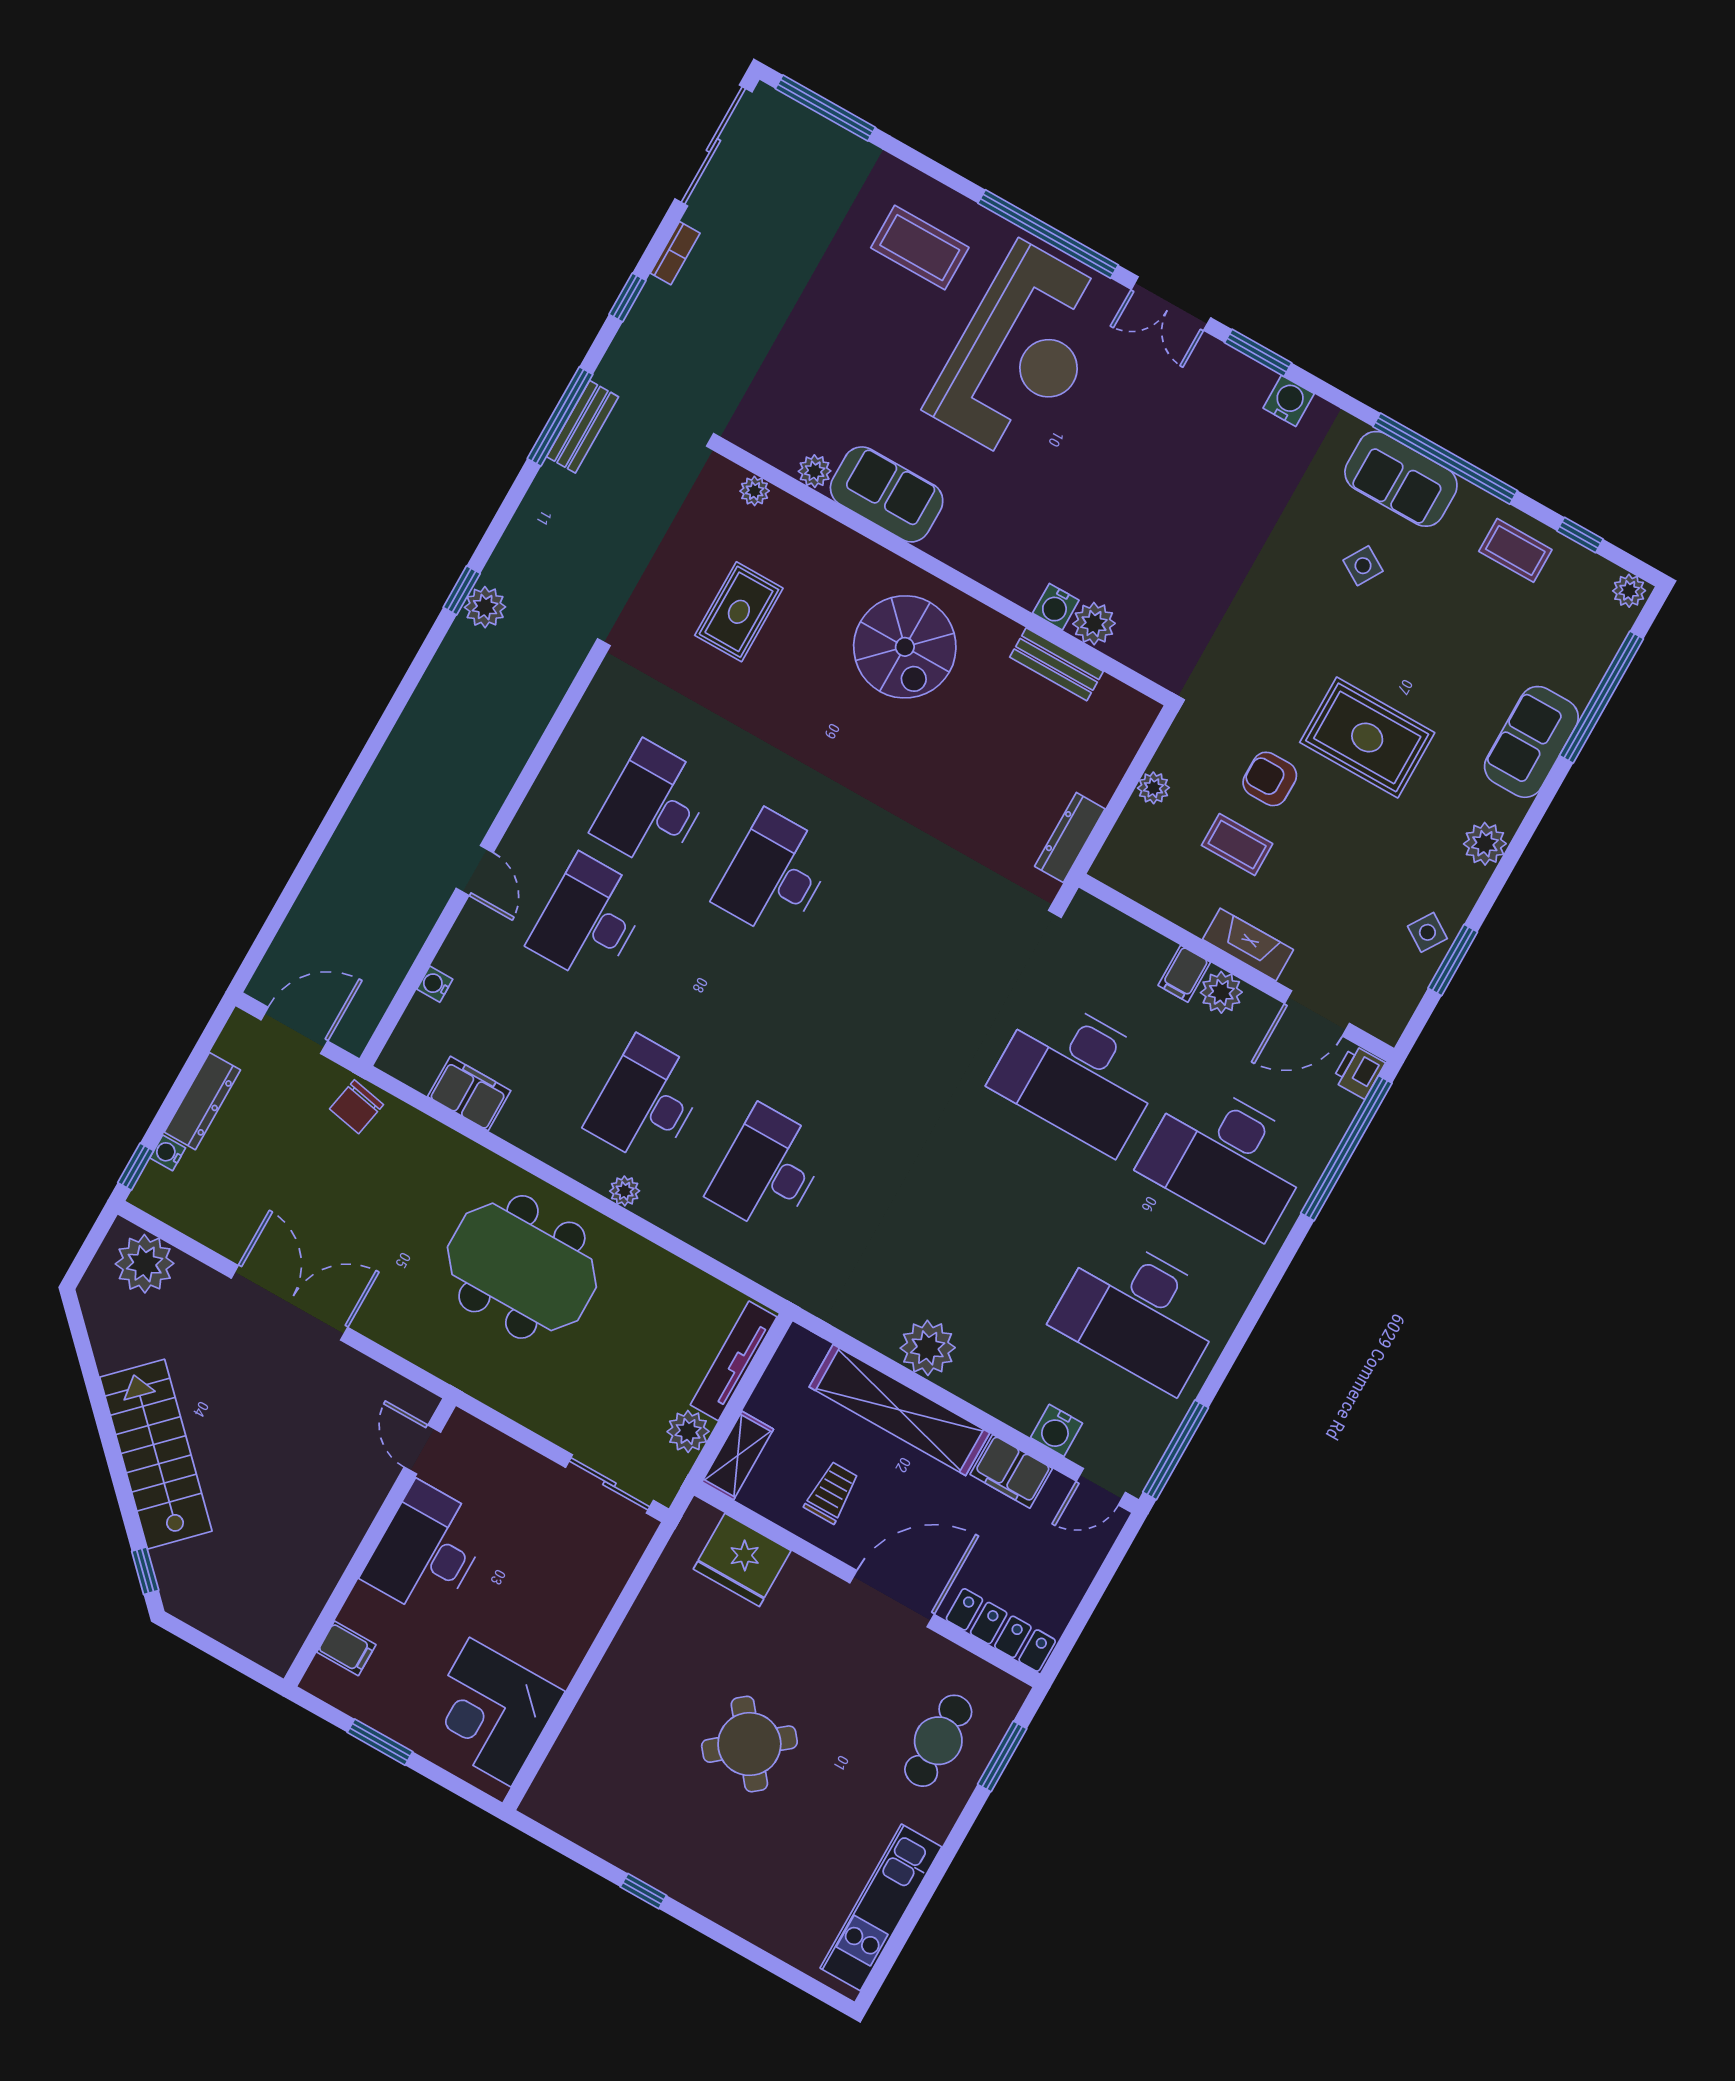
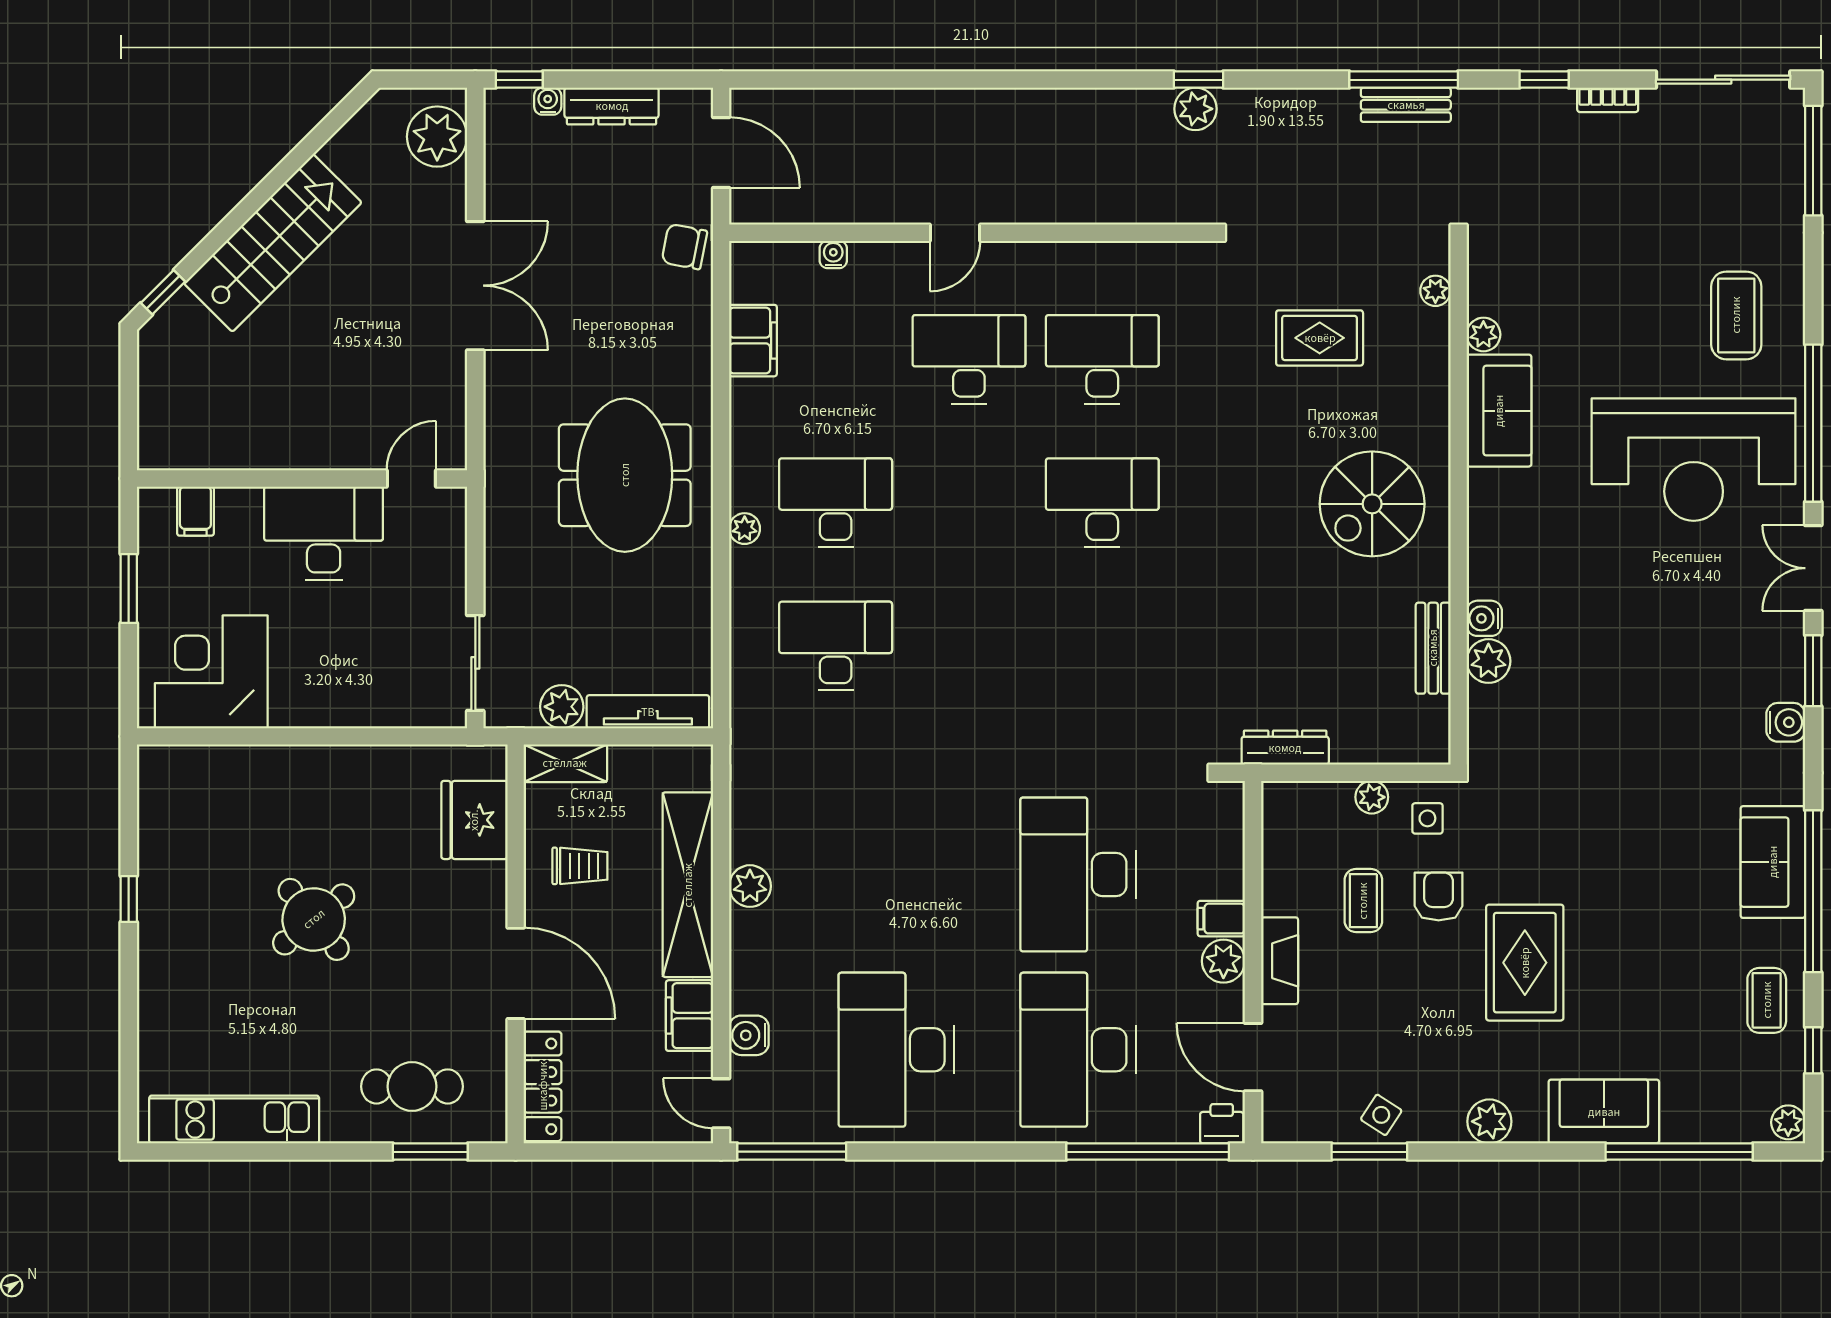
side table: (1363, 566) -> (1427, 818), moved, turned -31
plant: (928, 1348) -> (750, 886), width x0.73, depth x0.73

